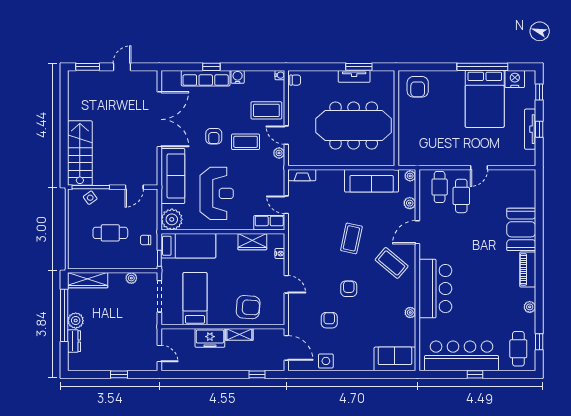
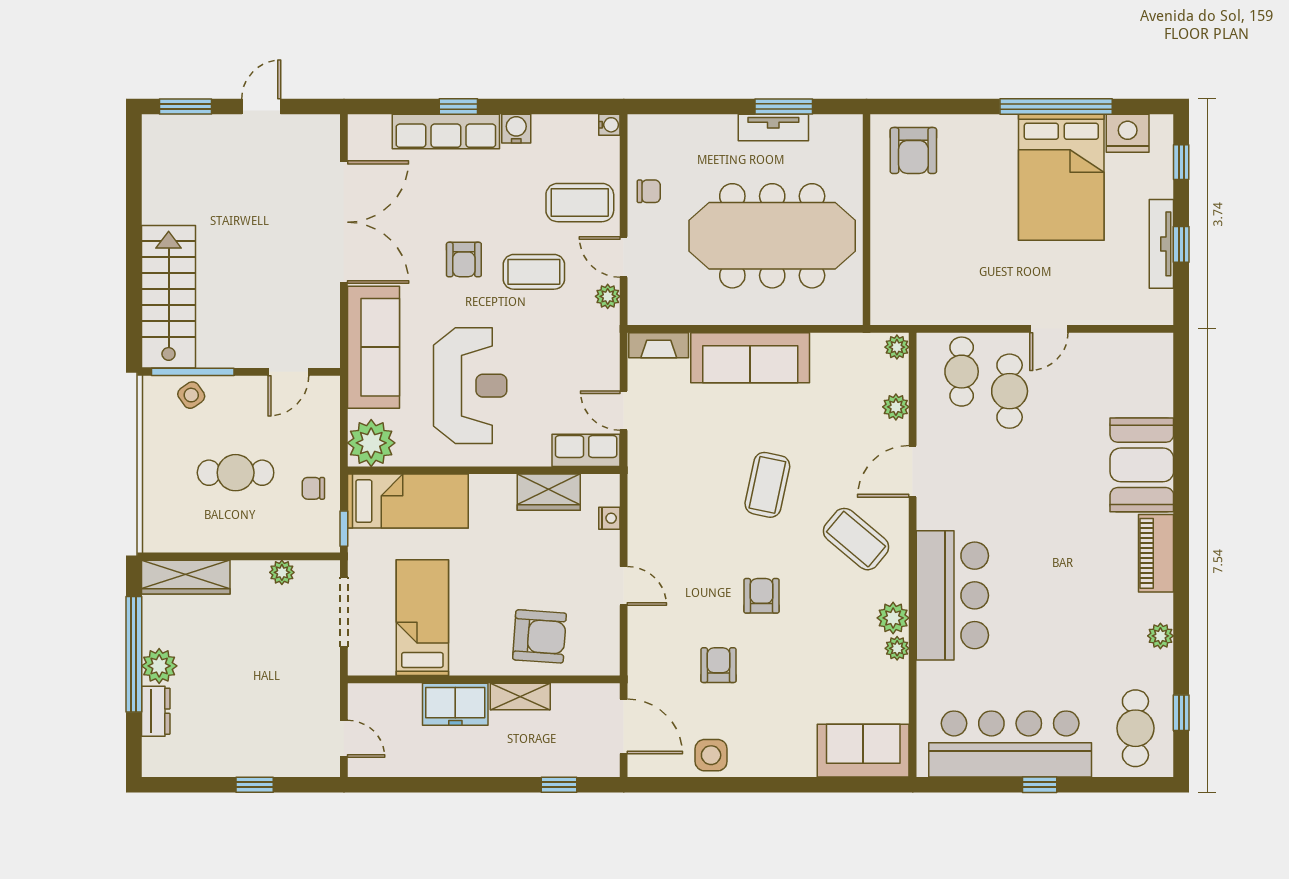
chair: (295, 80) -> (649, 191), moved
sofa: (372, 181) -> (750, 358), moved
plant: (408, 299) -> (893, 618), added

